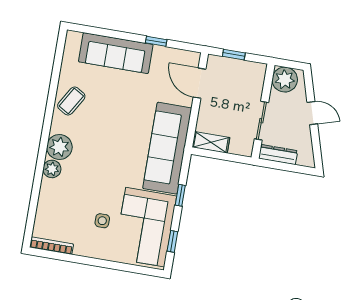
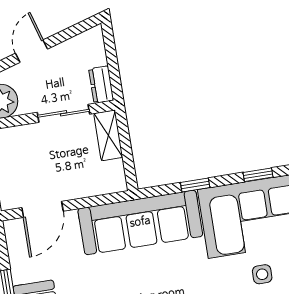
shelving: (211, 142) -> (108, 135), moved
dresser: (278, 155) -> (101, 85), width x0.70

